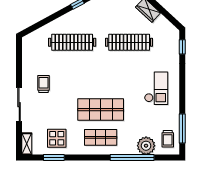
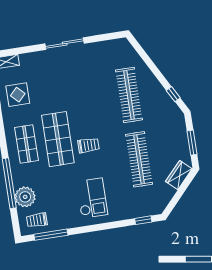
trolley: (43, 84) -> (88, 145), moved
checkout: (156, 88) -> (92, 198), turned -90
sliding door: (19, 105) -> (65, 44), moved

